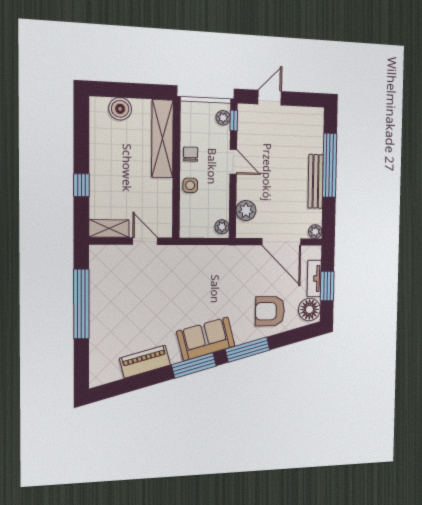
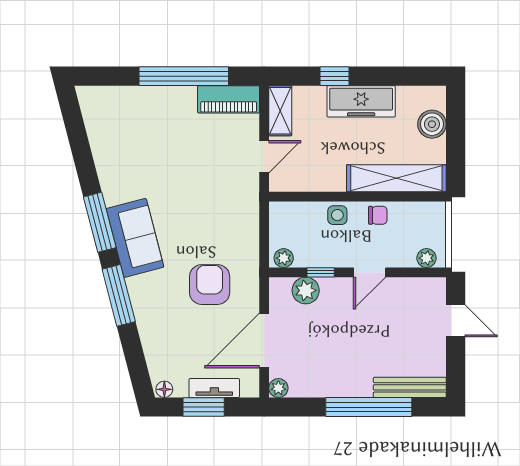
window: (234, 121) -> (321, 272), moved
freezer: (102, 164) -> (361, 101), added
bench: (316, 181) -> (410, 387), moved
floor lamp: (309, 309) -> (164, 389), width x0.53, depth x0.53
armchair: (270, 311) -> (210, 285), moved
piano: (145, 362) -> (229, 99), moved, turned 105

